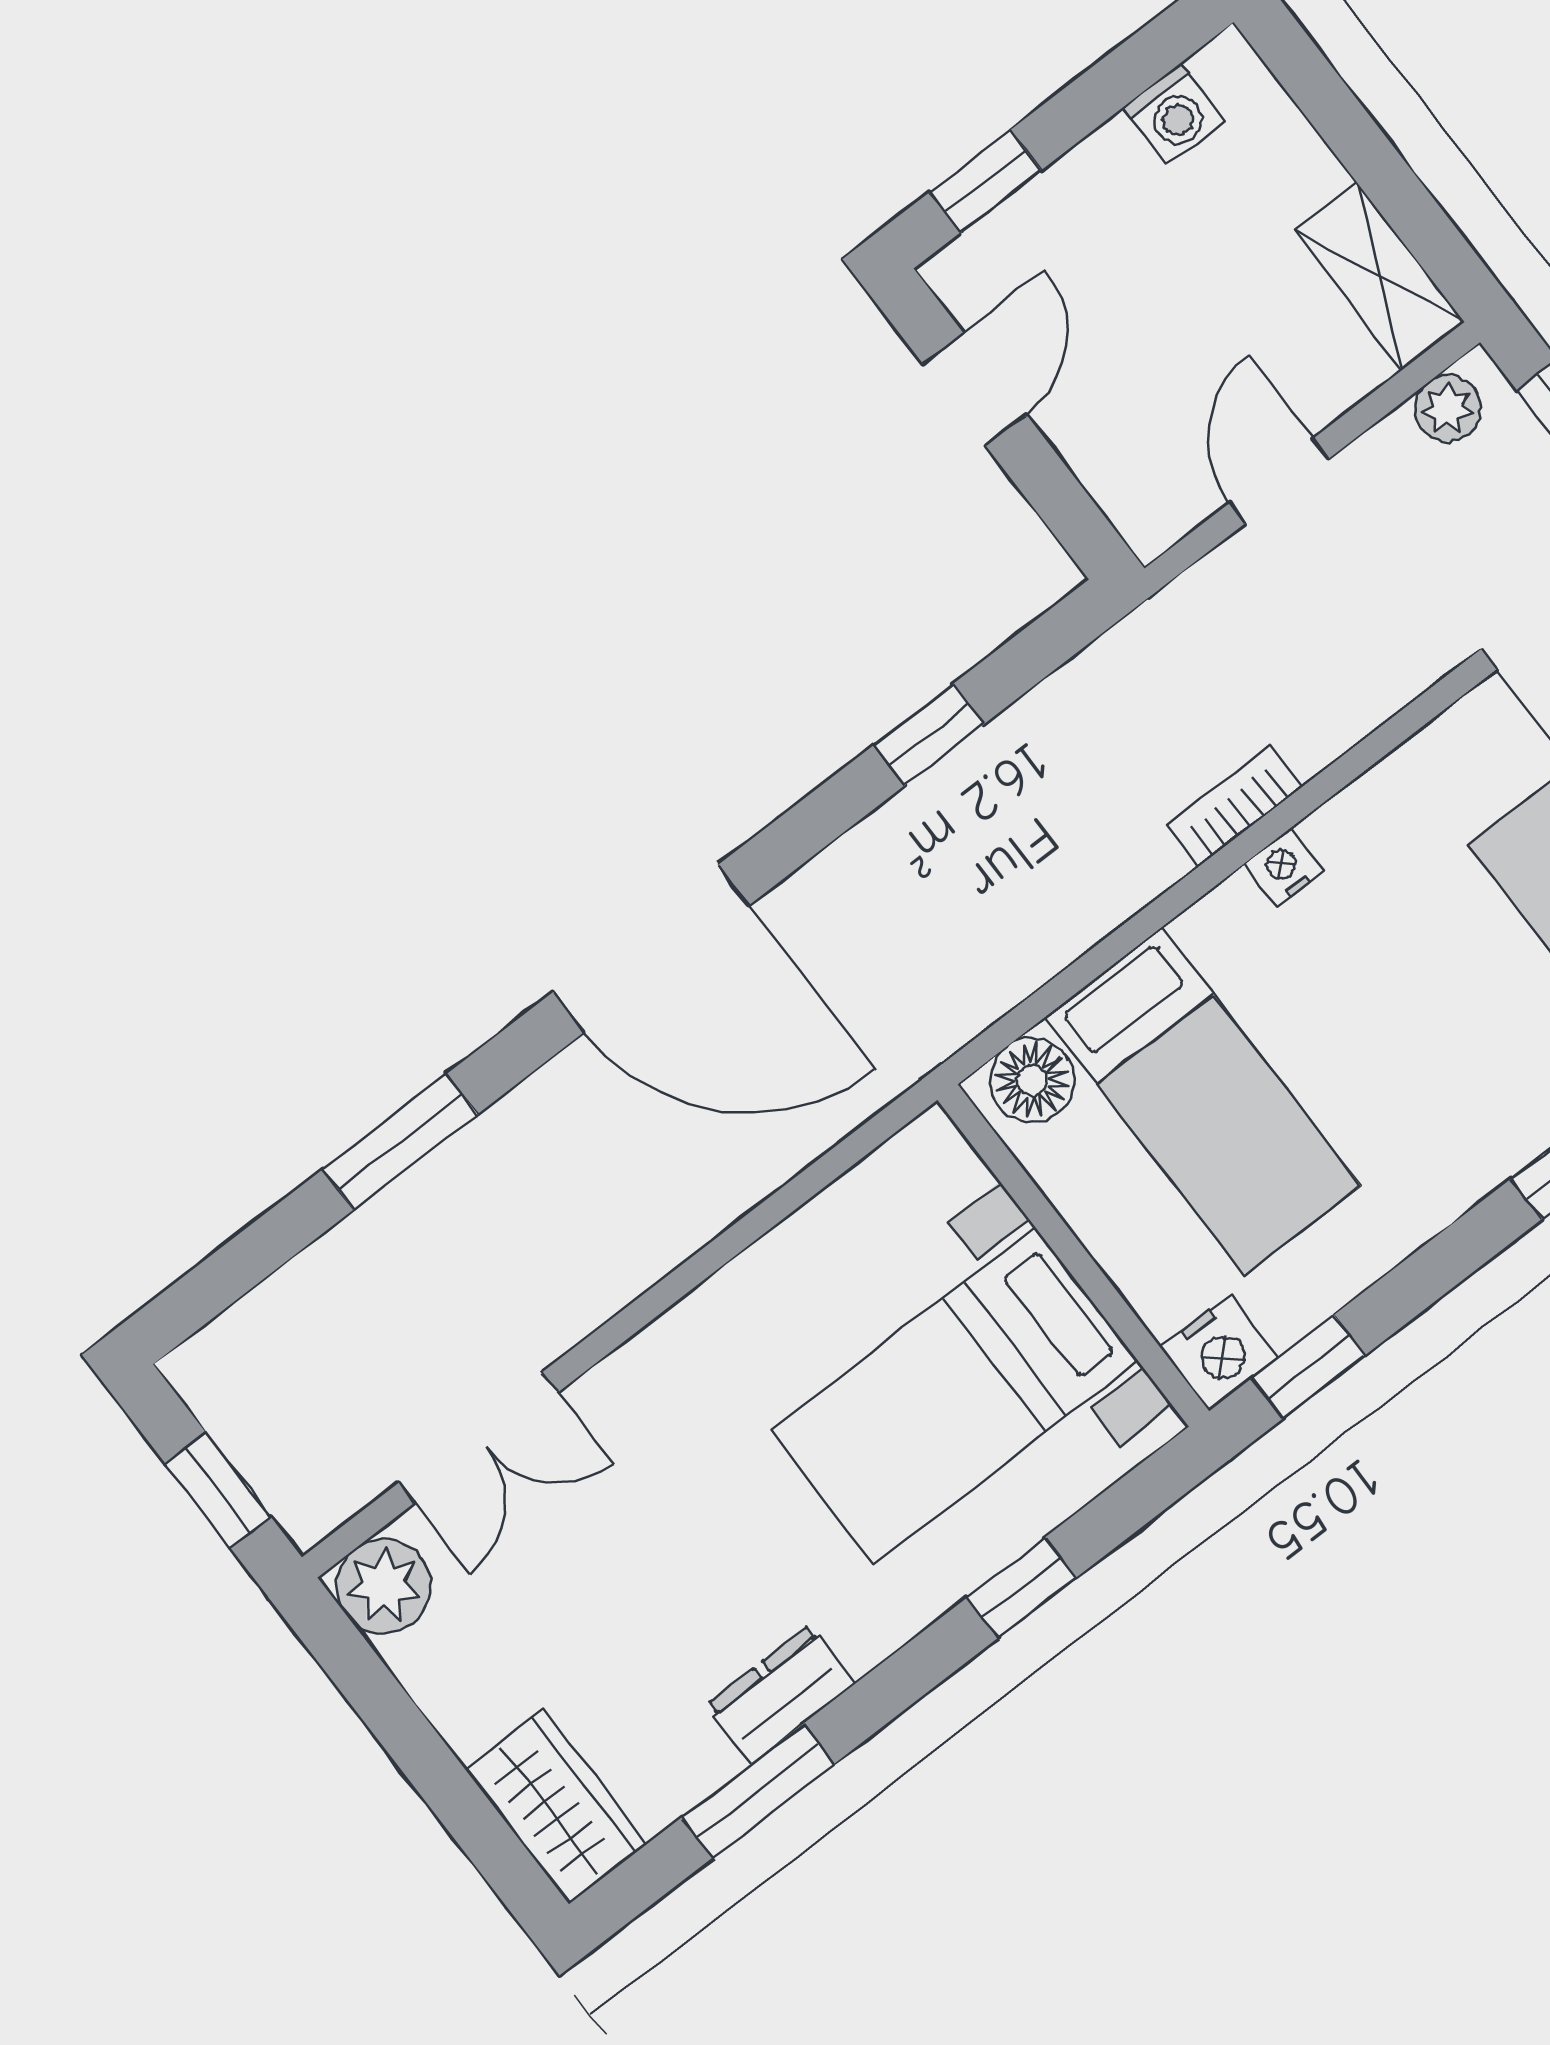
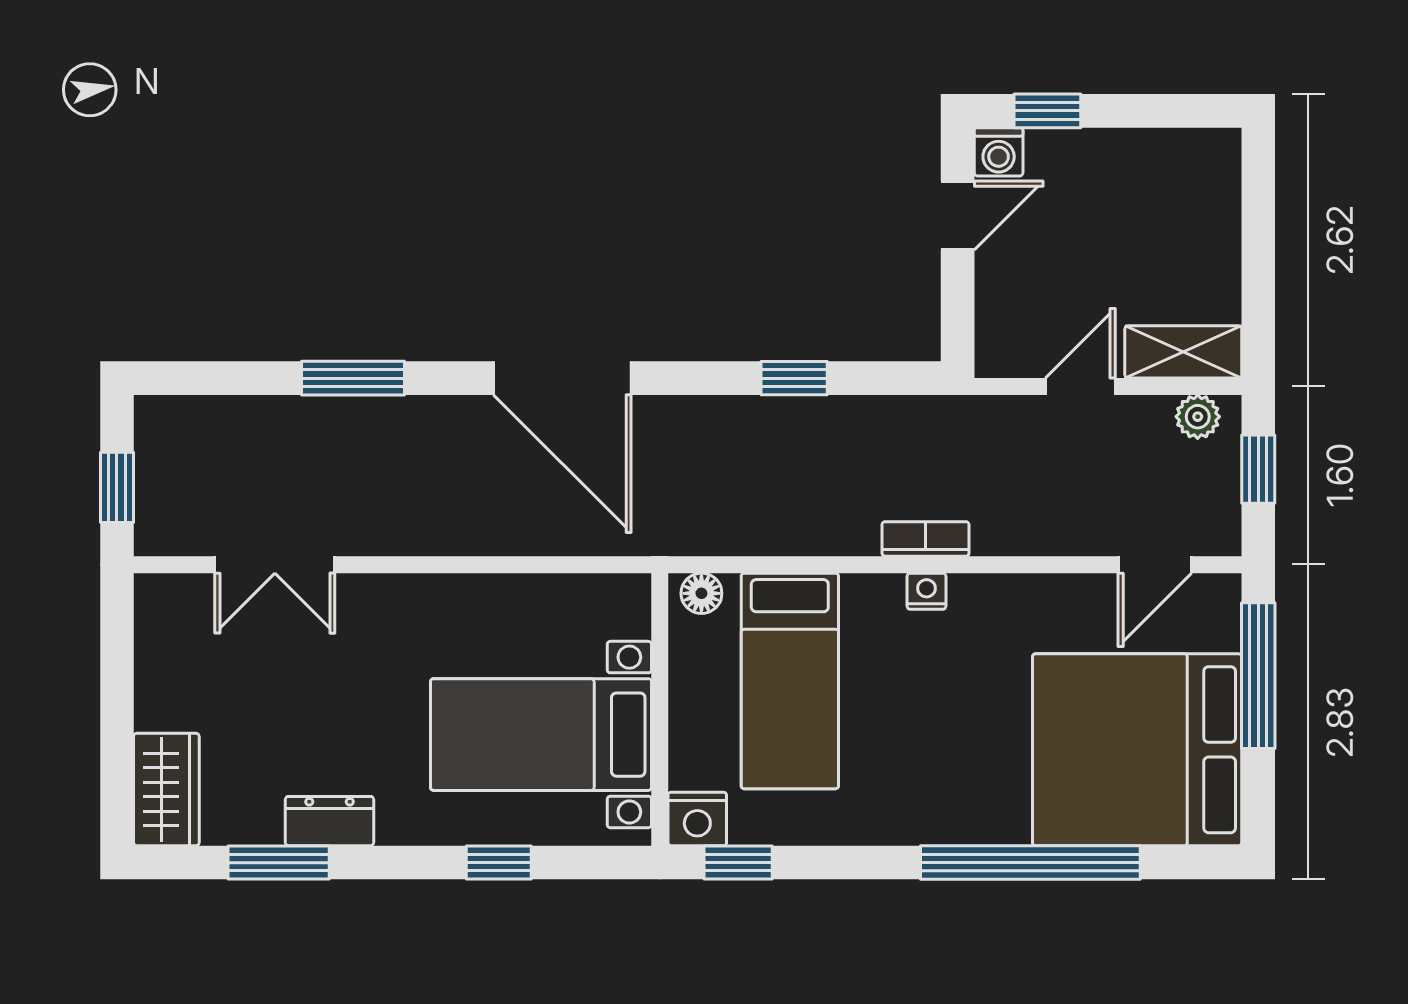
washing machine: (1174, 114) -> (999, 152), moved
shelving: (1379, 276) -> (1183, 352), moved, turned 90
floor lamp: (1032, 1080) -> (701, 593), width x0.73, depth x0.73
plant: (384, 1586) -> (165, 604), removed

